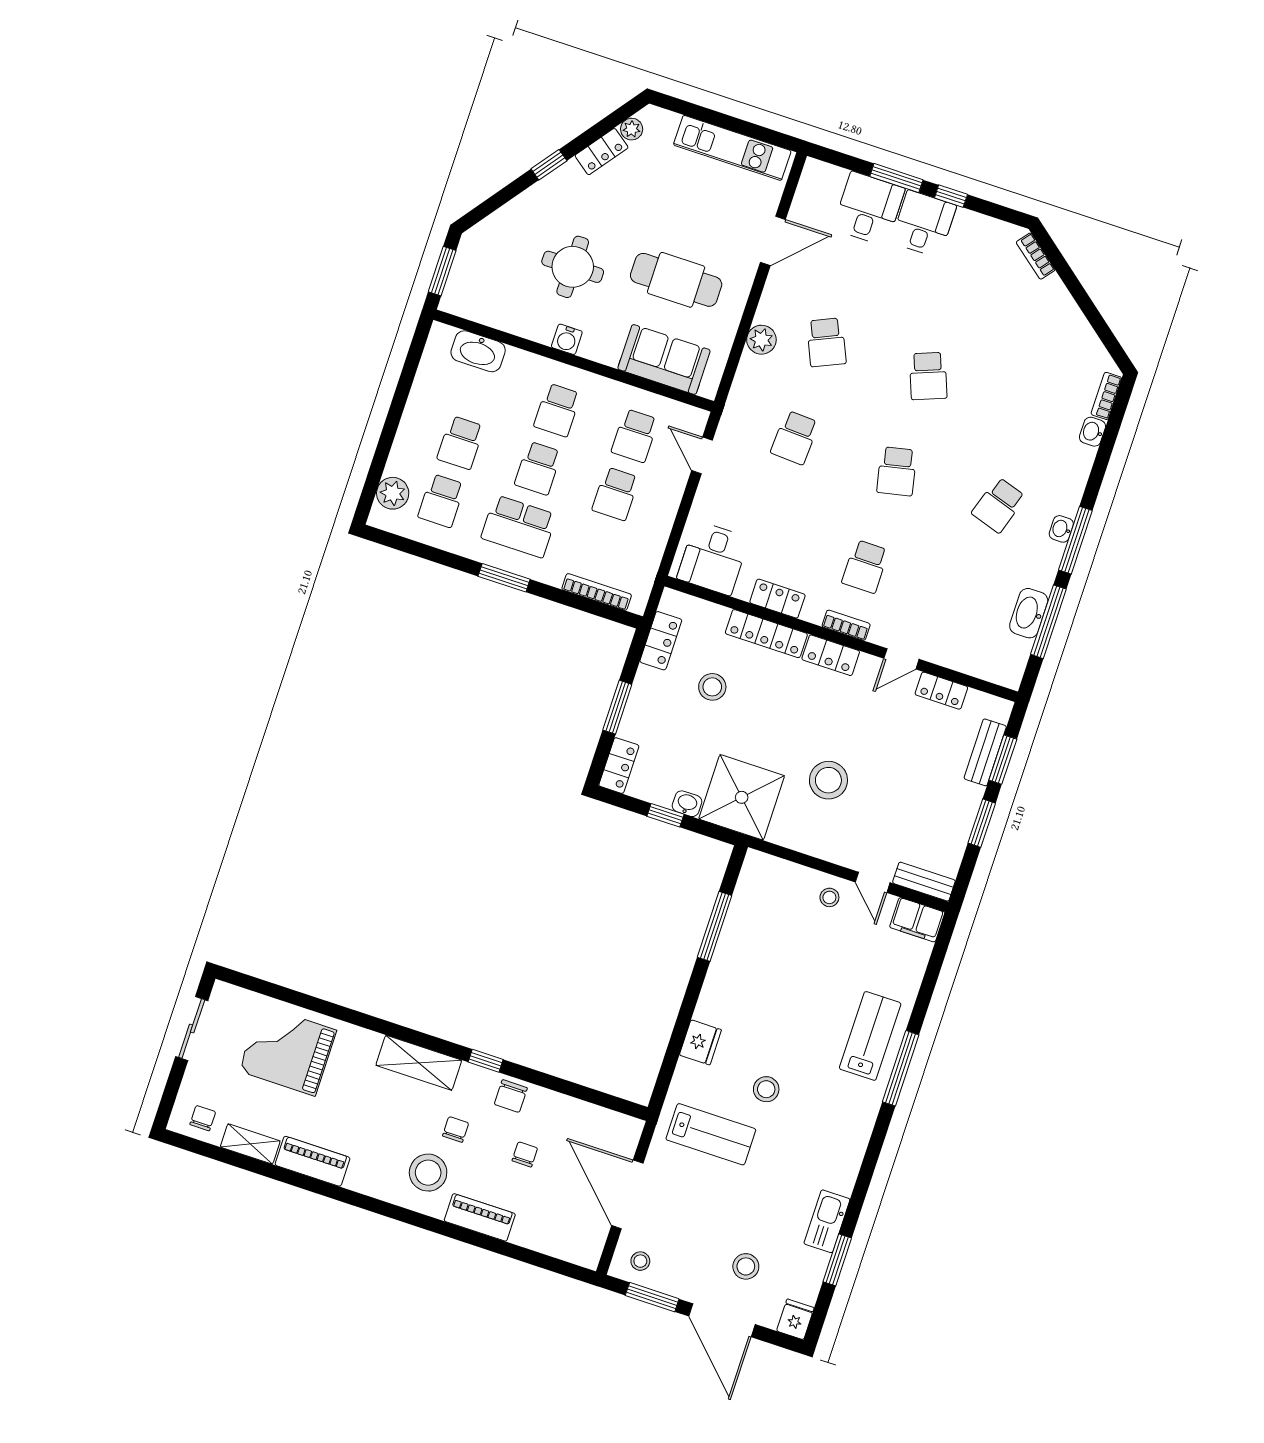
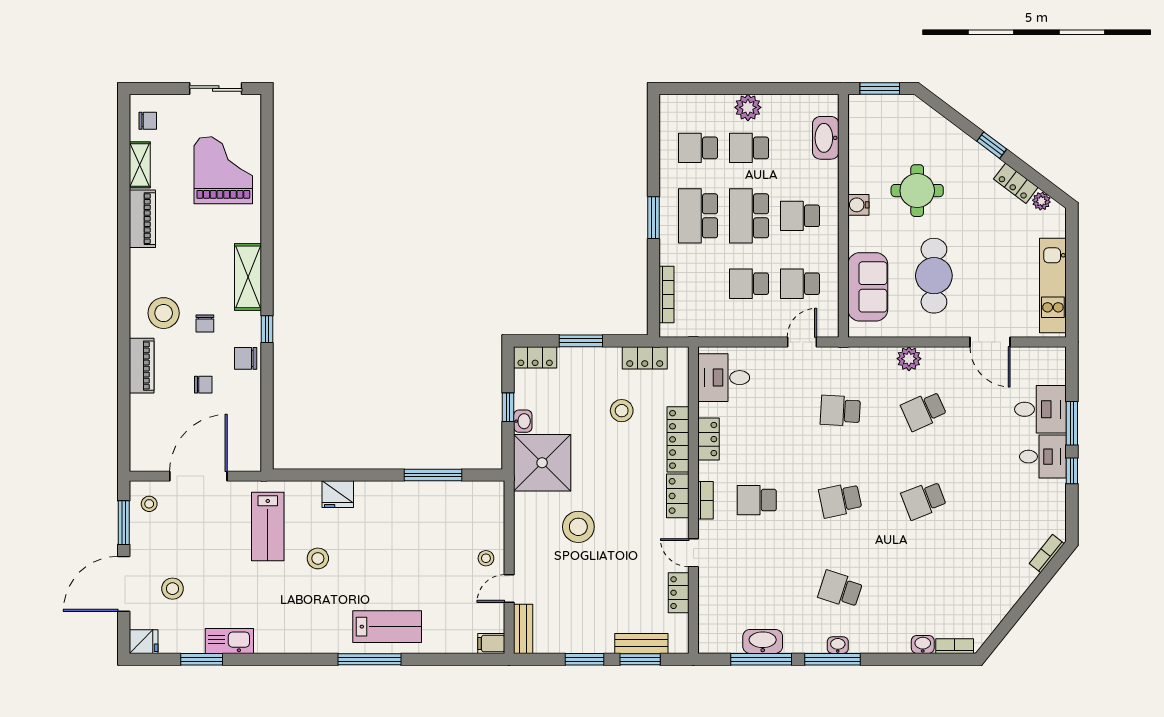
school desk: (538, 468) -> (749, 216), width x1.85
plant: (393, 493) -> (748, 107), moved
filing cabinet: (917, 920) -> (491, 644), width x0.50
chair: (456, 1129) -> (205, 323), turned 90

